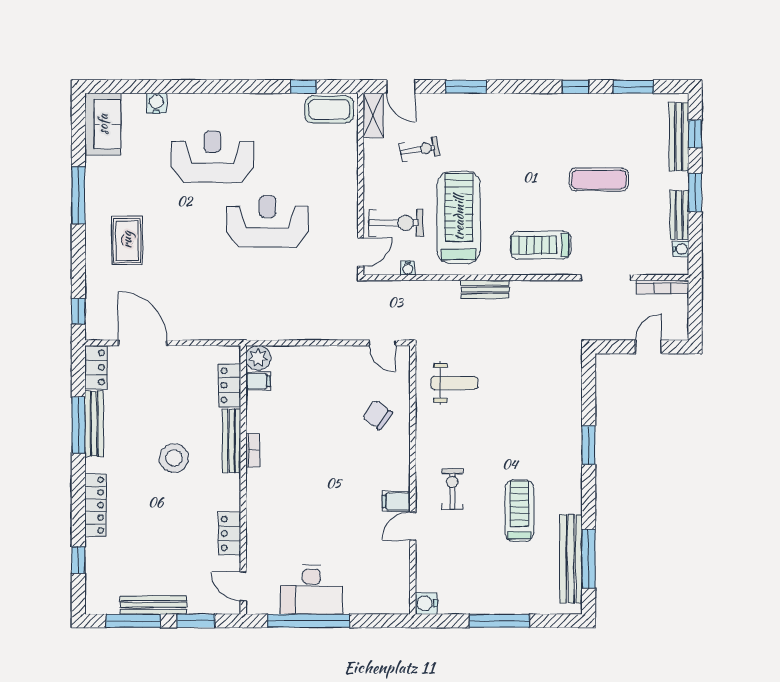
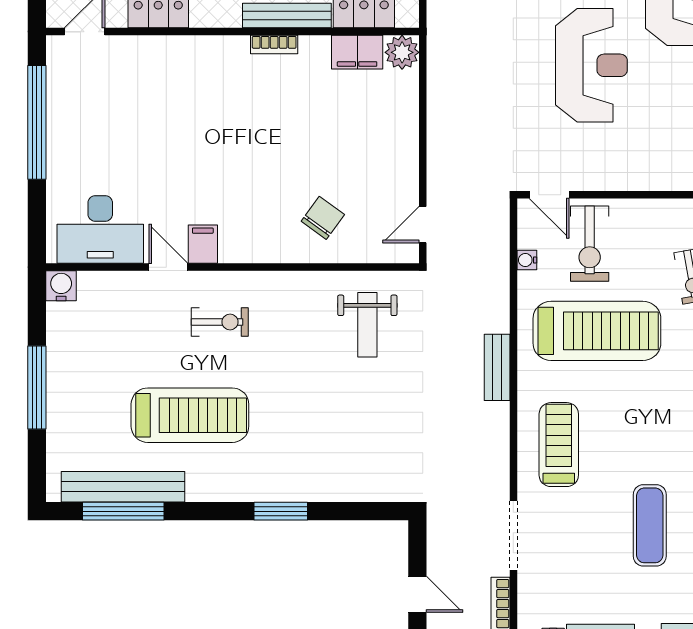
filing cabinet: (258, 381) -> (357, 52), width x2.00
treadmill: (519, 511) -> (190, 415), width x1.37, depth x1.38
desk: (311, 590) -> (100, 230), moved, turned -90

